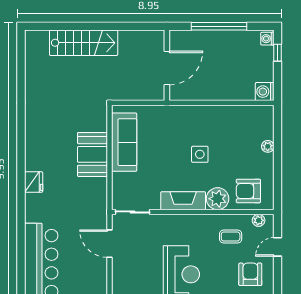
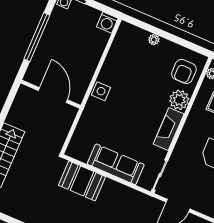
sofa: (124, 142) -> (116, 164), moved
booth: (92, 154) -> (82, 181), moved
side table: (200, 154) -> (101, 91), moved

